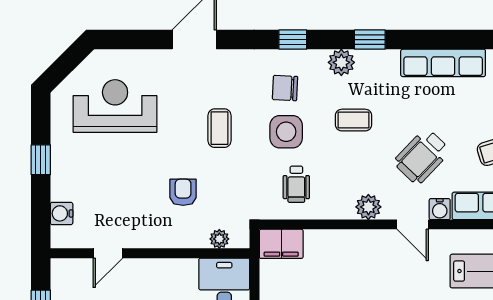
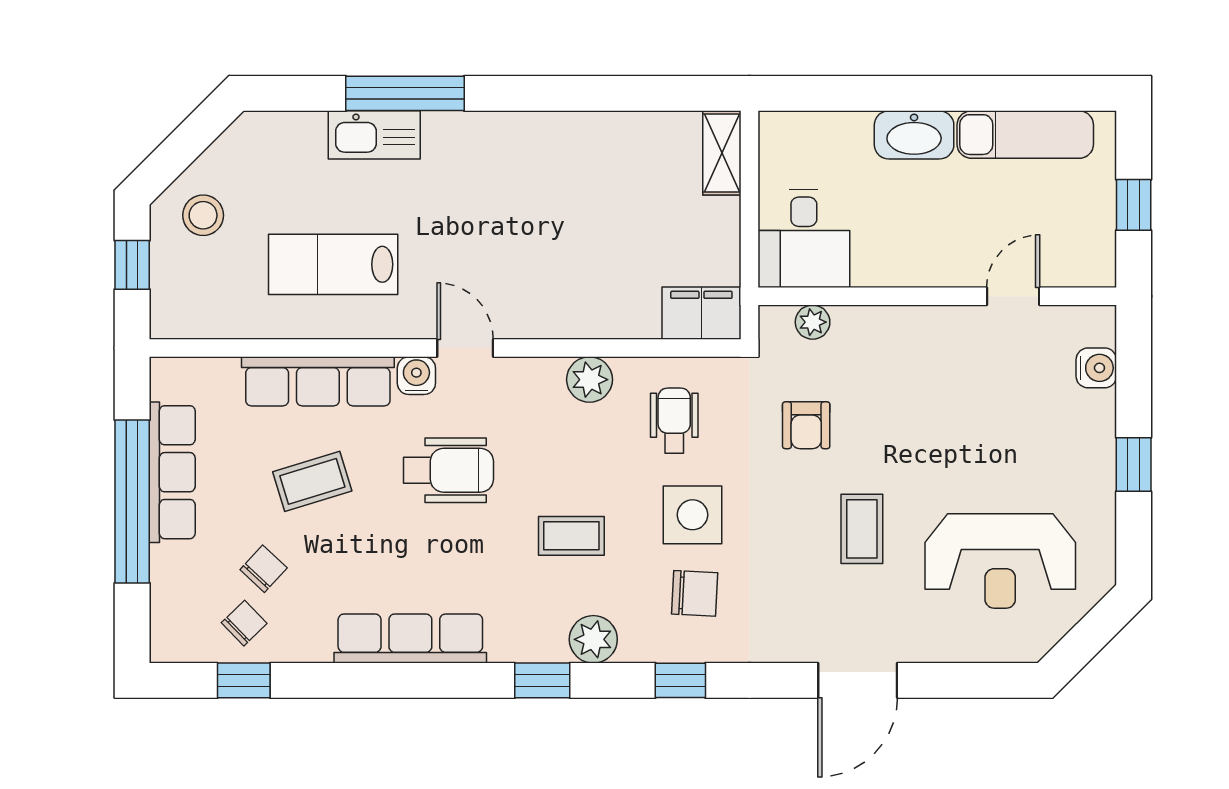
coffee table: (220, 128) -> (862, 529), moved
wheelchair: (422, 156) -> (448, 470), turned 46
armchair: (183, 192) -> (806, 425), moved
plant: (368, 207) -> (590, 380), moved

